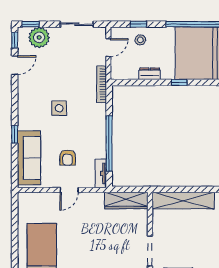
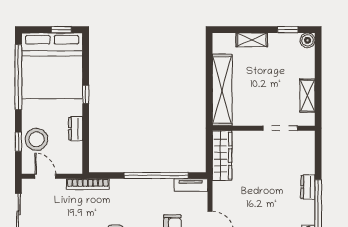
stool: (140, 40) -> (36, 139), width x1.89, depth x1.89

